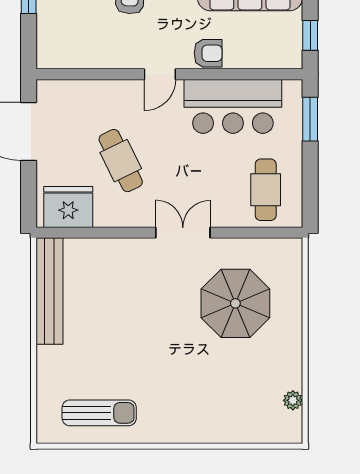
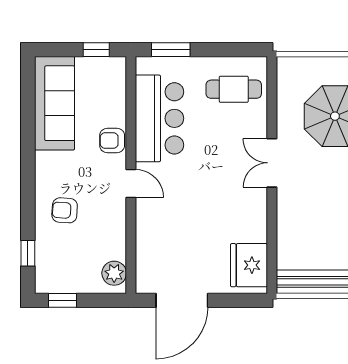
armchair: (208, 53) -> (112, 140), turned -90
plant: (59, 56) -> (114, 273), added
cafe table: (121, 161) -> (208, 218), removed

